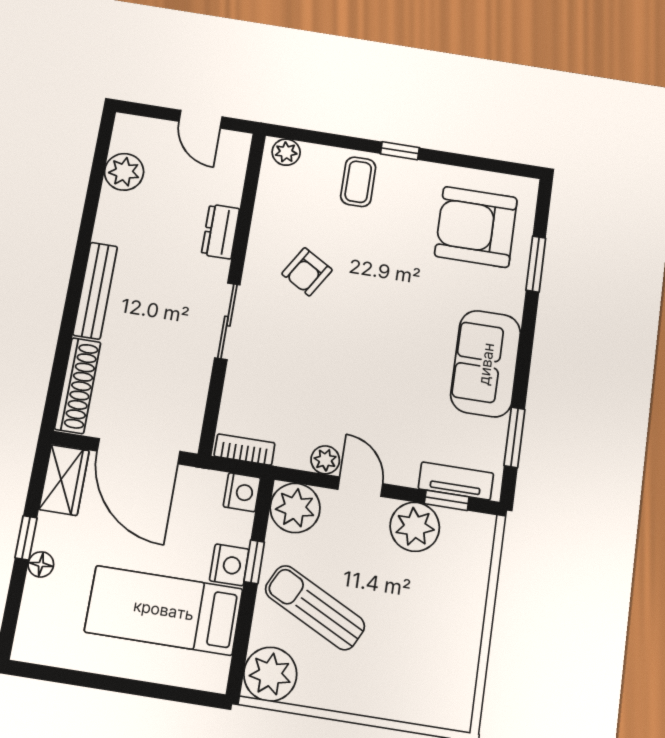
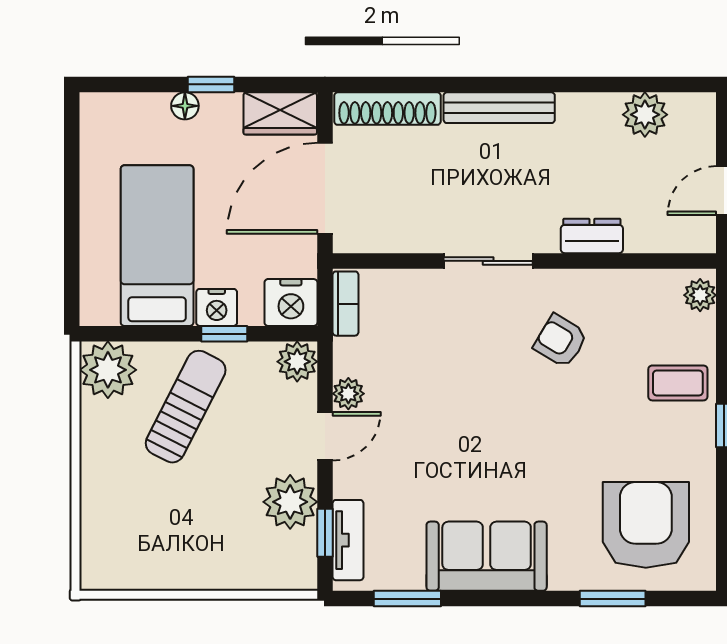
nightstand: (242, 492) -> (291, 303), width x1.36, depth x1.33
plant: (295, 508) -> (297, 362), width x0.73, depth x0.73

